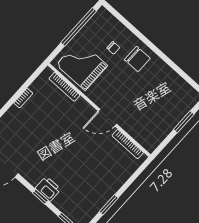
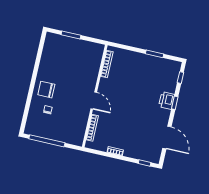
chair: (137, 59) -> (46, 90), turned -90
grand piano: (82, 65) -> (71, 124), removed
door: (107, 118) -> (94, 101), moved

